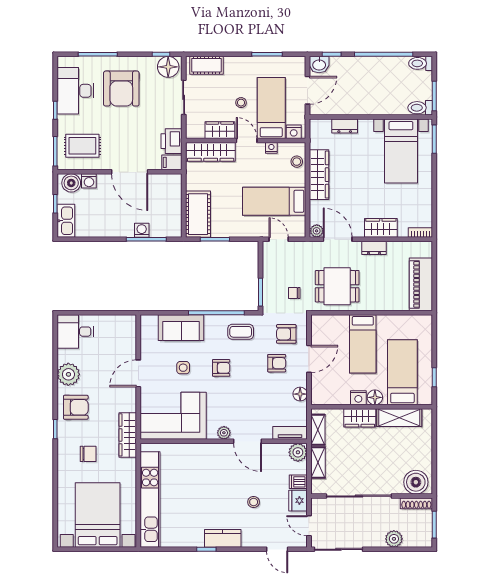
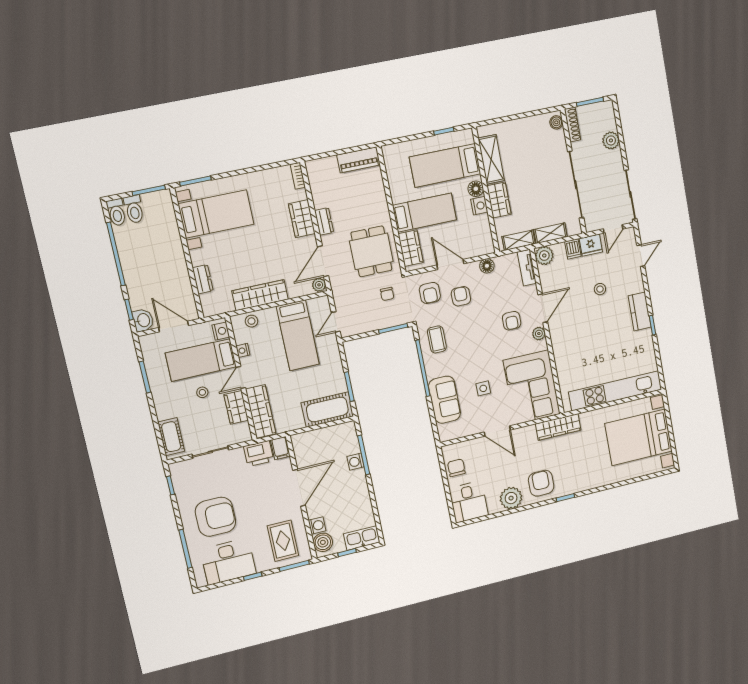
floor lamp: (168, 67) -> (182, 475), removed
toilet: (420, 108) -> (134, 209), moved
piano: (421, 284) -> (358, 160), width x0.73, depth x0.75
wardrobe: (332, 324) -> (411, 248), added
armchair: (221, 368) -> (512, 321), moved, turned 180
chair: (88, 454) -> (456, 468), moved
boiler: (416, 482) -> (556, 122), width x0.54, depth x0.54

